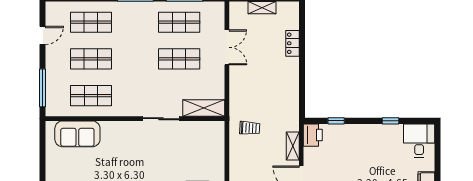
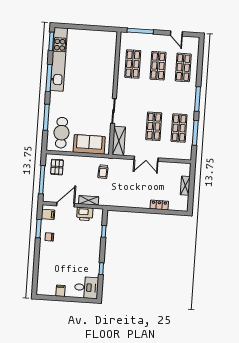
double door: (227, 47) -> (146, 159), moved
sofa: (77, 134) -> (89, 144), moved, turned 90
printer: (313, 135) -> (85, 214), moved

